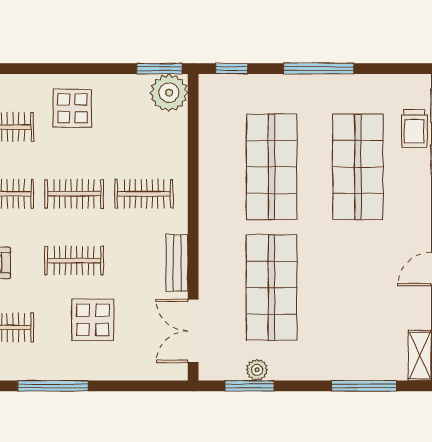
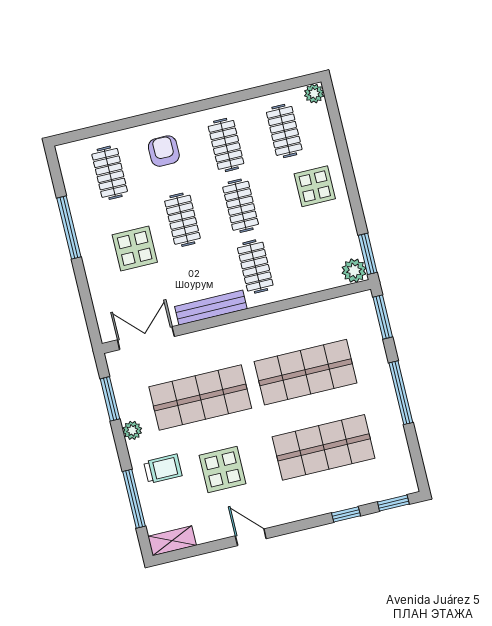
window: (232, 69) -> (383, 317), width x1.50
plant: (169, 93) -> (354, 271), width x0.73, depth x0.73
trolley: (414, 129) -> (163, 469), moved, turned 180
bench: (177, 263) -> (211, 308), width x1.36
display table: (355, 282) -> (223, 469), added
plant: (257, 370) -> (132, 430), moved

